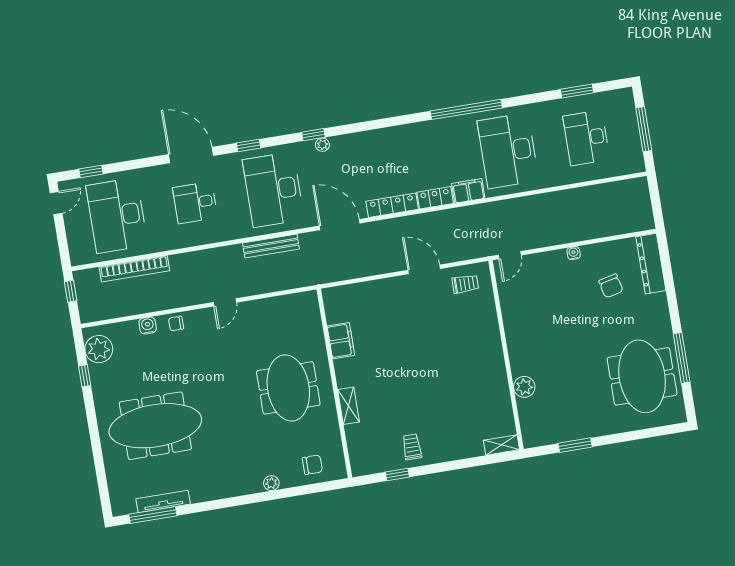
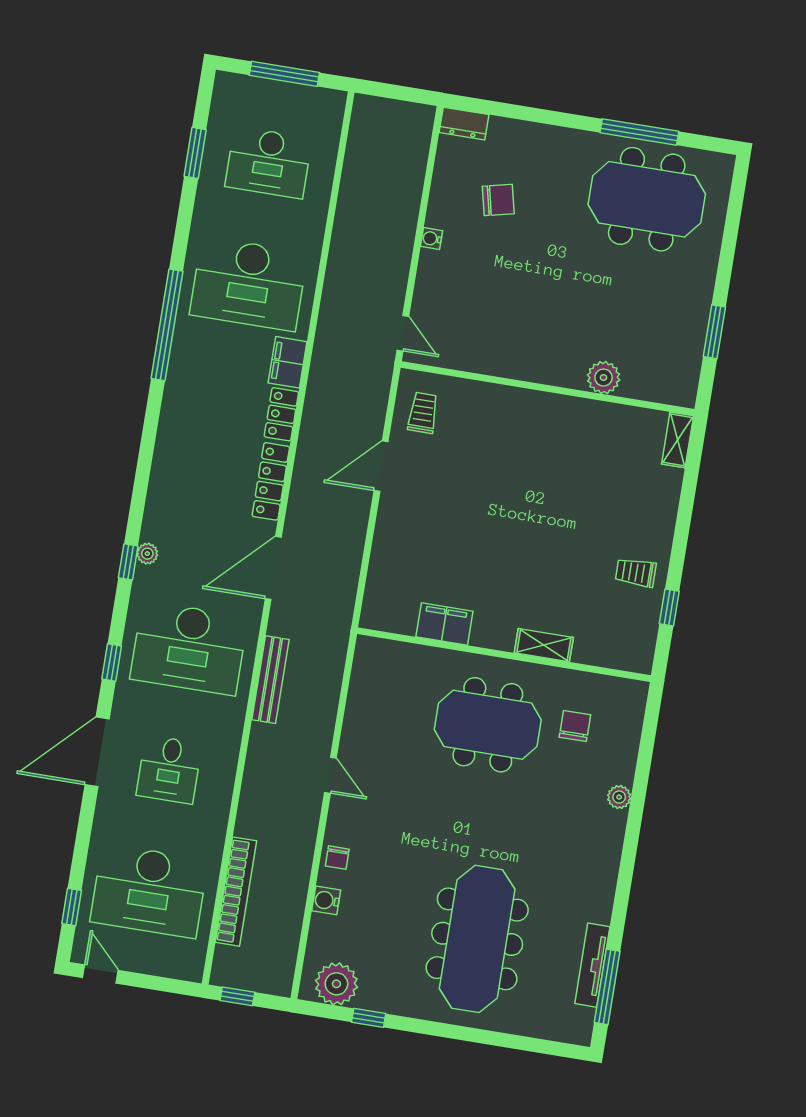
dresser: (651, 264) -> (464, 124), width x0.51, depth x0.80
chair: (312, 465) -> (575, 726), moved

